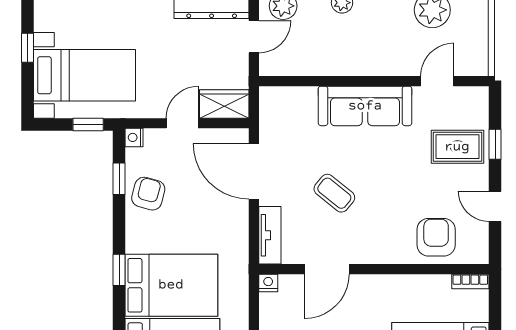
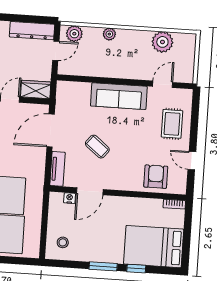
window: (495, 144) -> (194, 124), removed
rug: (457, 147) -> (172, 124), turned 90
door: (254, 171) -> (51, 130), hinge flipped
nightstand: (268, 283) -> (70, 198), moved

